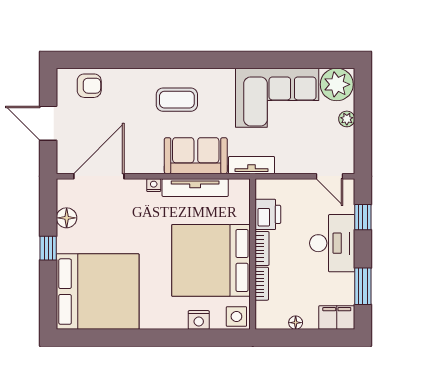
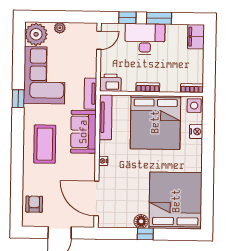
window: (243, 60) -> (18, 99), added
coffee table: (177, 100) -> (45, 144), width x1.36, depth x1.32
tv unit: (195, 188) -> (106, 117), moved
printer: (268, 214) -> (110, 83), moved
floor lamp: (67, 218) -> (141, 221), moved
bookcase: (262, 284) -> (192, 88), moved
window: (363, 286) -> (159, 18), moved
floor lamp: (296, 323) -> (199, 65), removed

